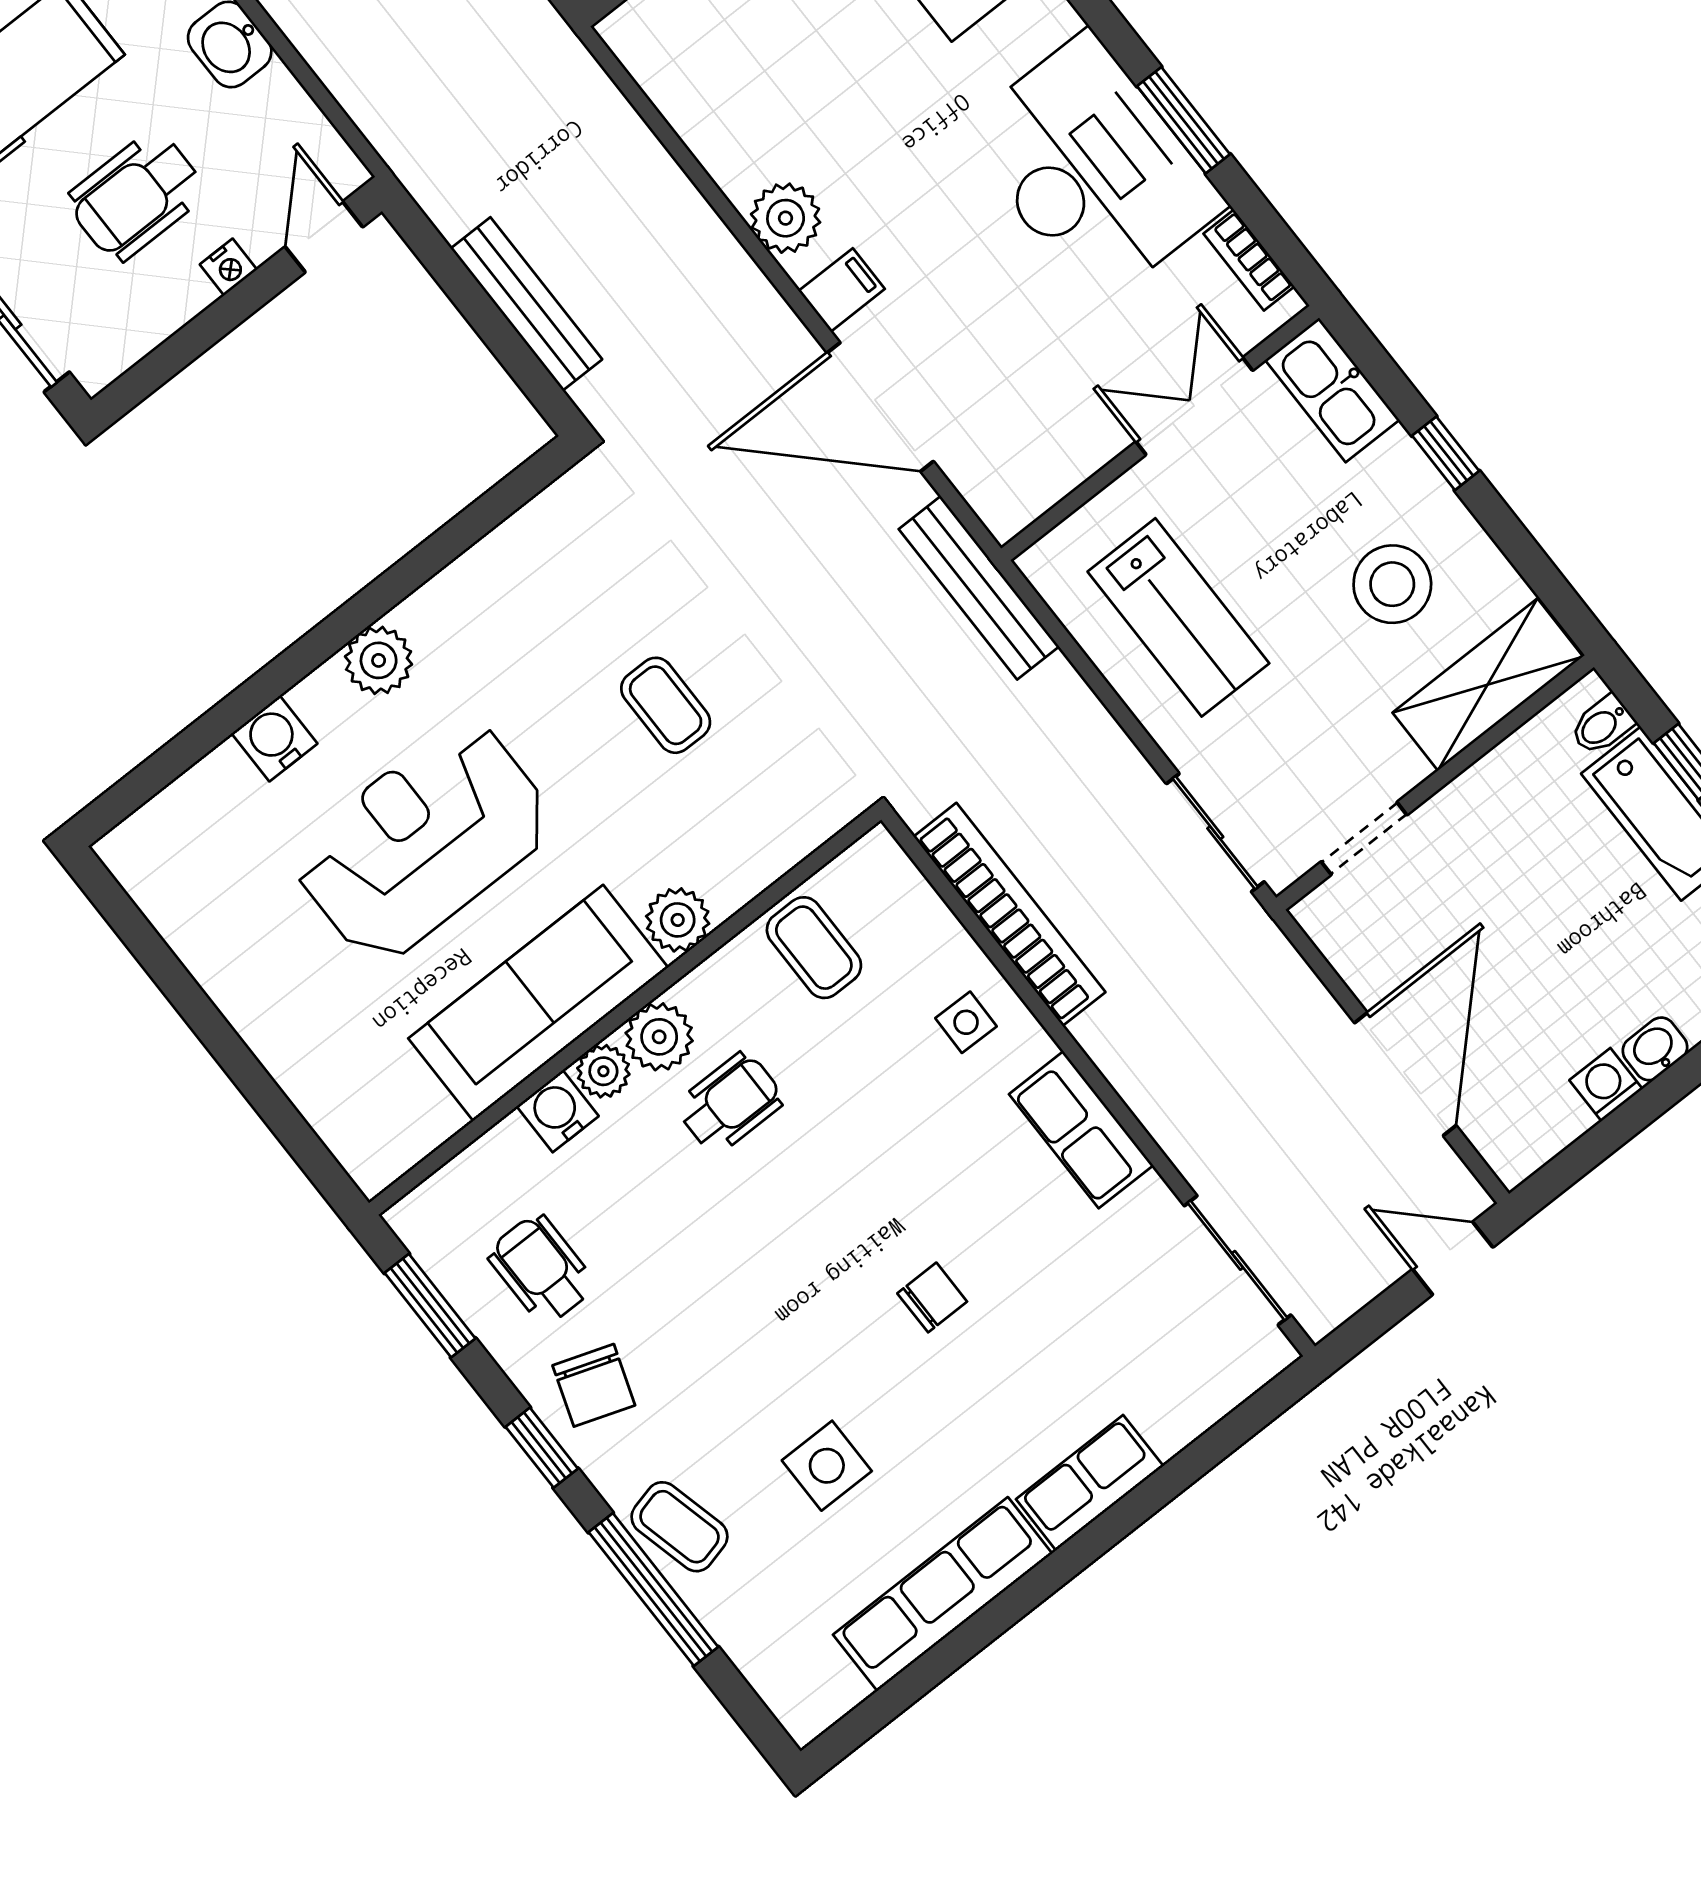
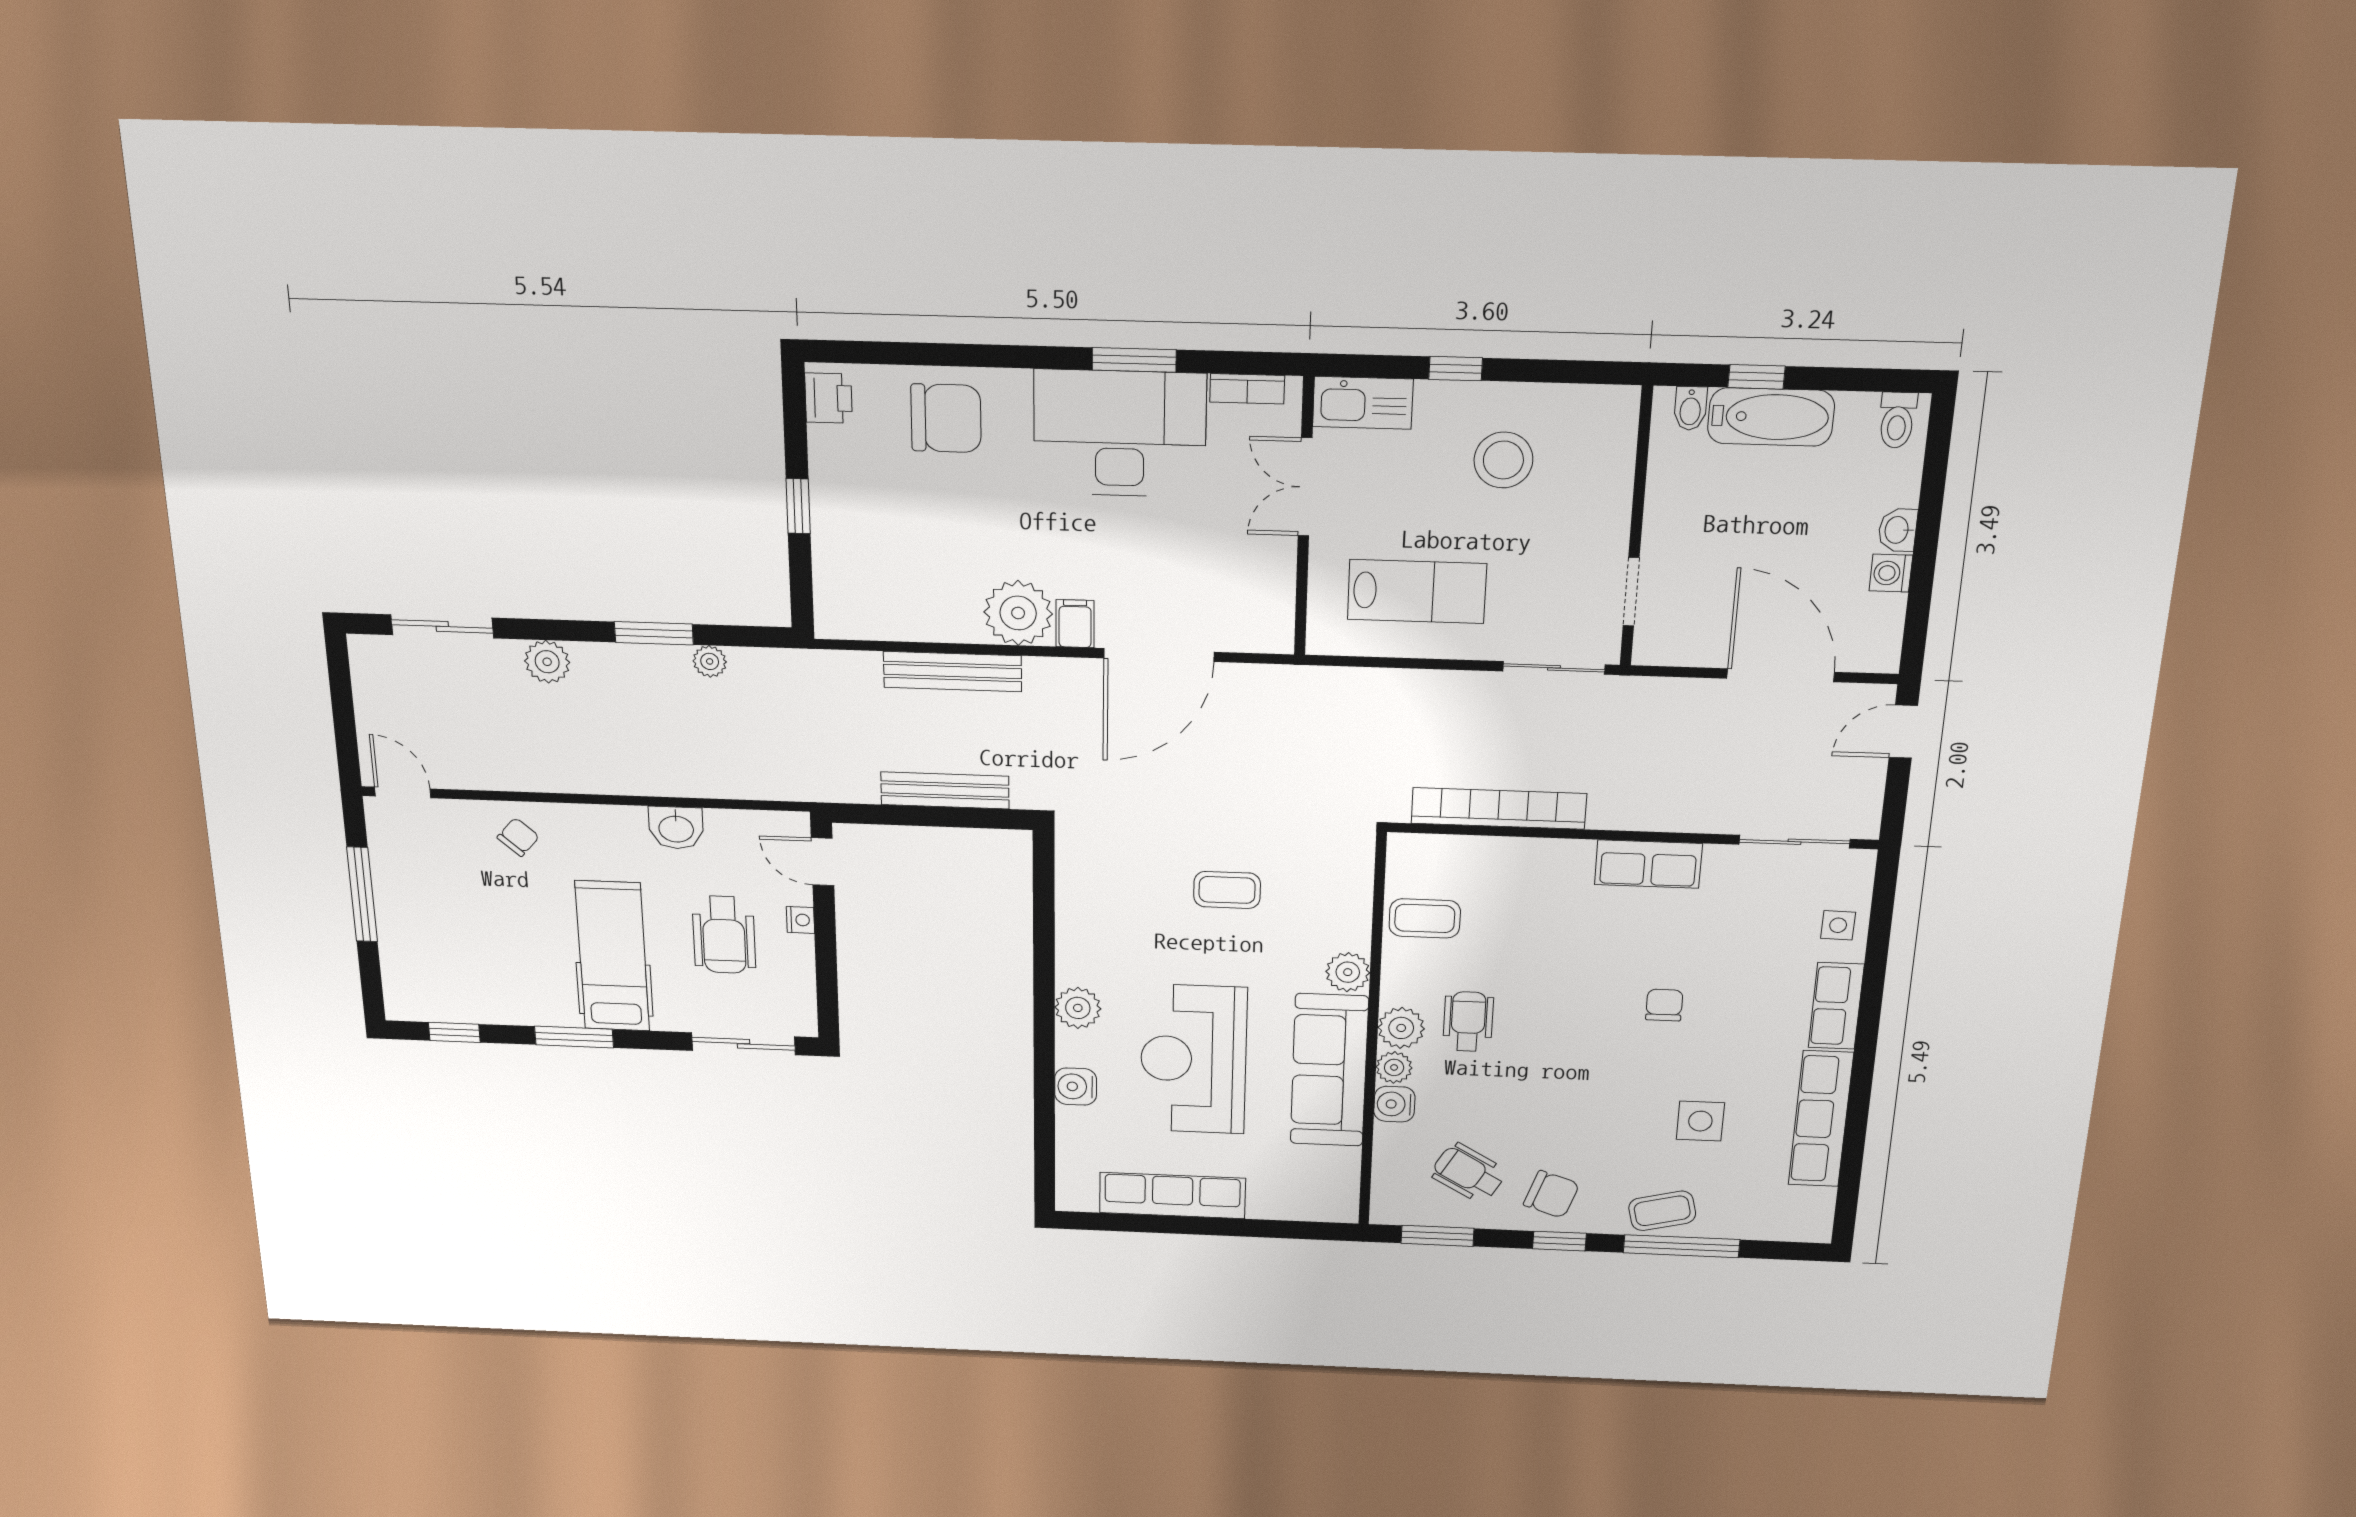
plant: (786, 218) -> (1018, 613), width x1.36, depth x1.36
bench: (979, 588) -> (952, 672), moved
shelving: (1488, 685) -> (1608, 454), removed
row of seats: (224, 963) -> (1172, 1195), added
side table: (966, 1022) -> (1838, 925), moved
wheelchair: (541, 1269) -> (1468, 1173), turned 30

